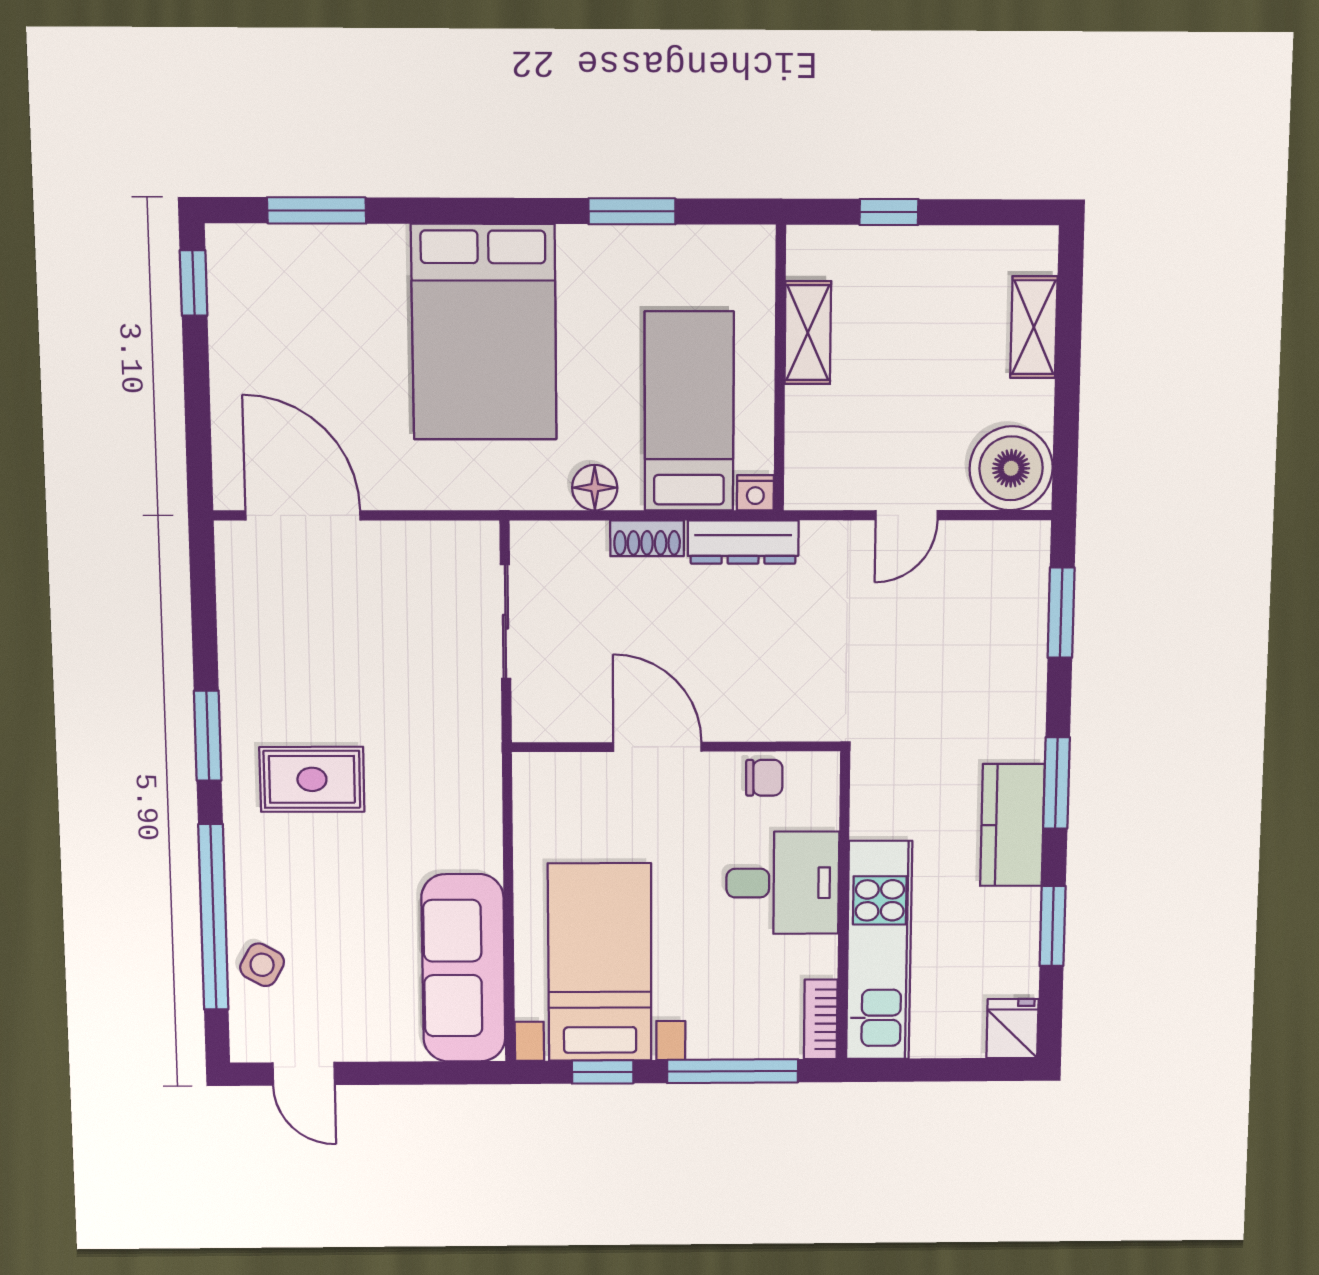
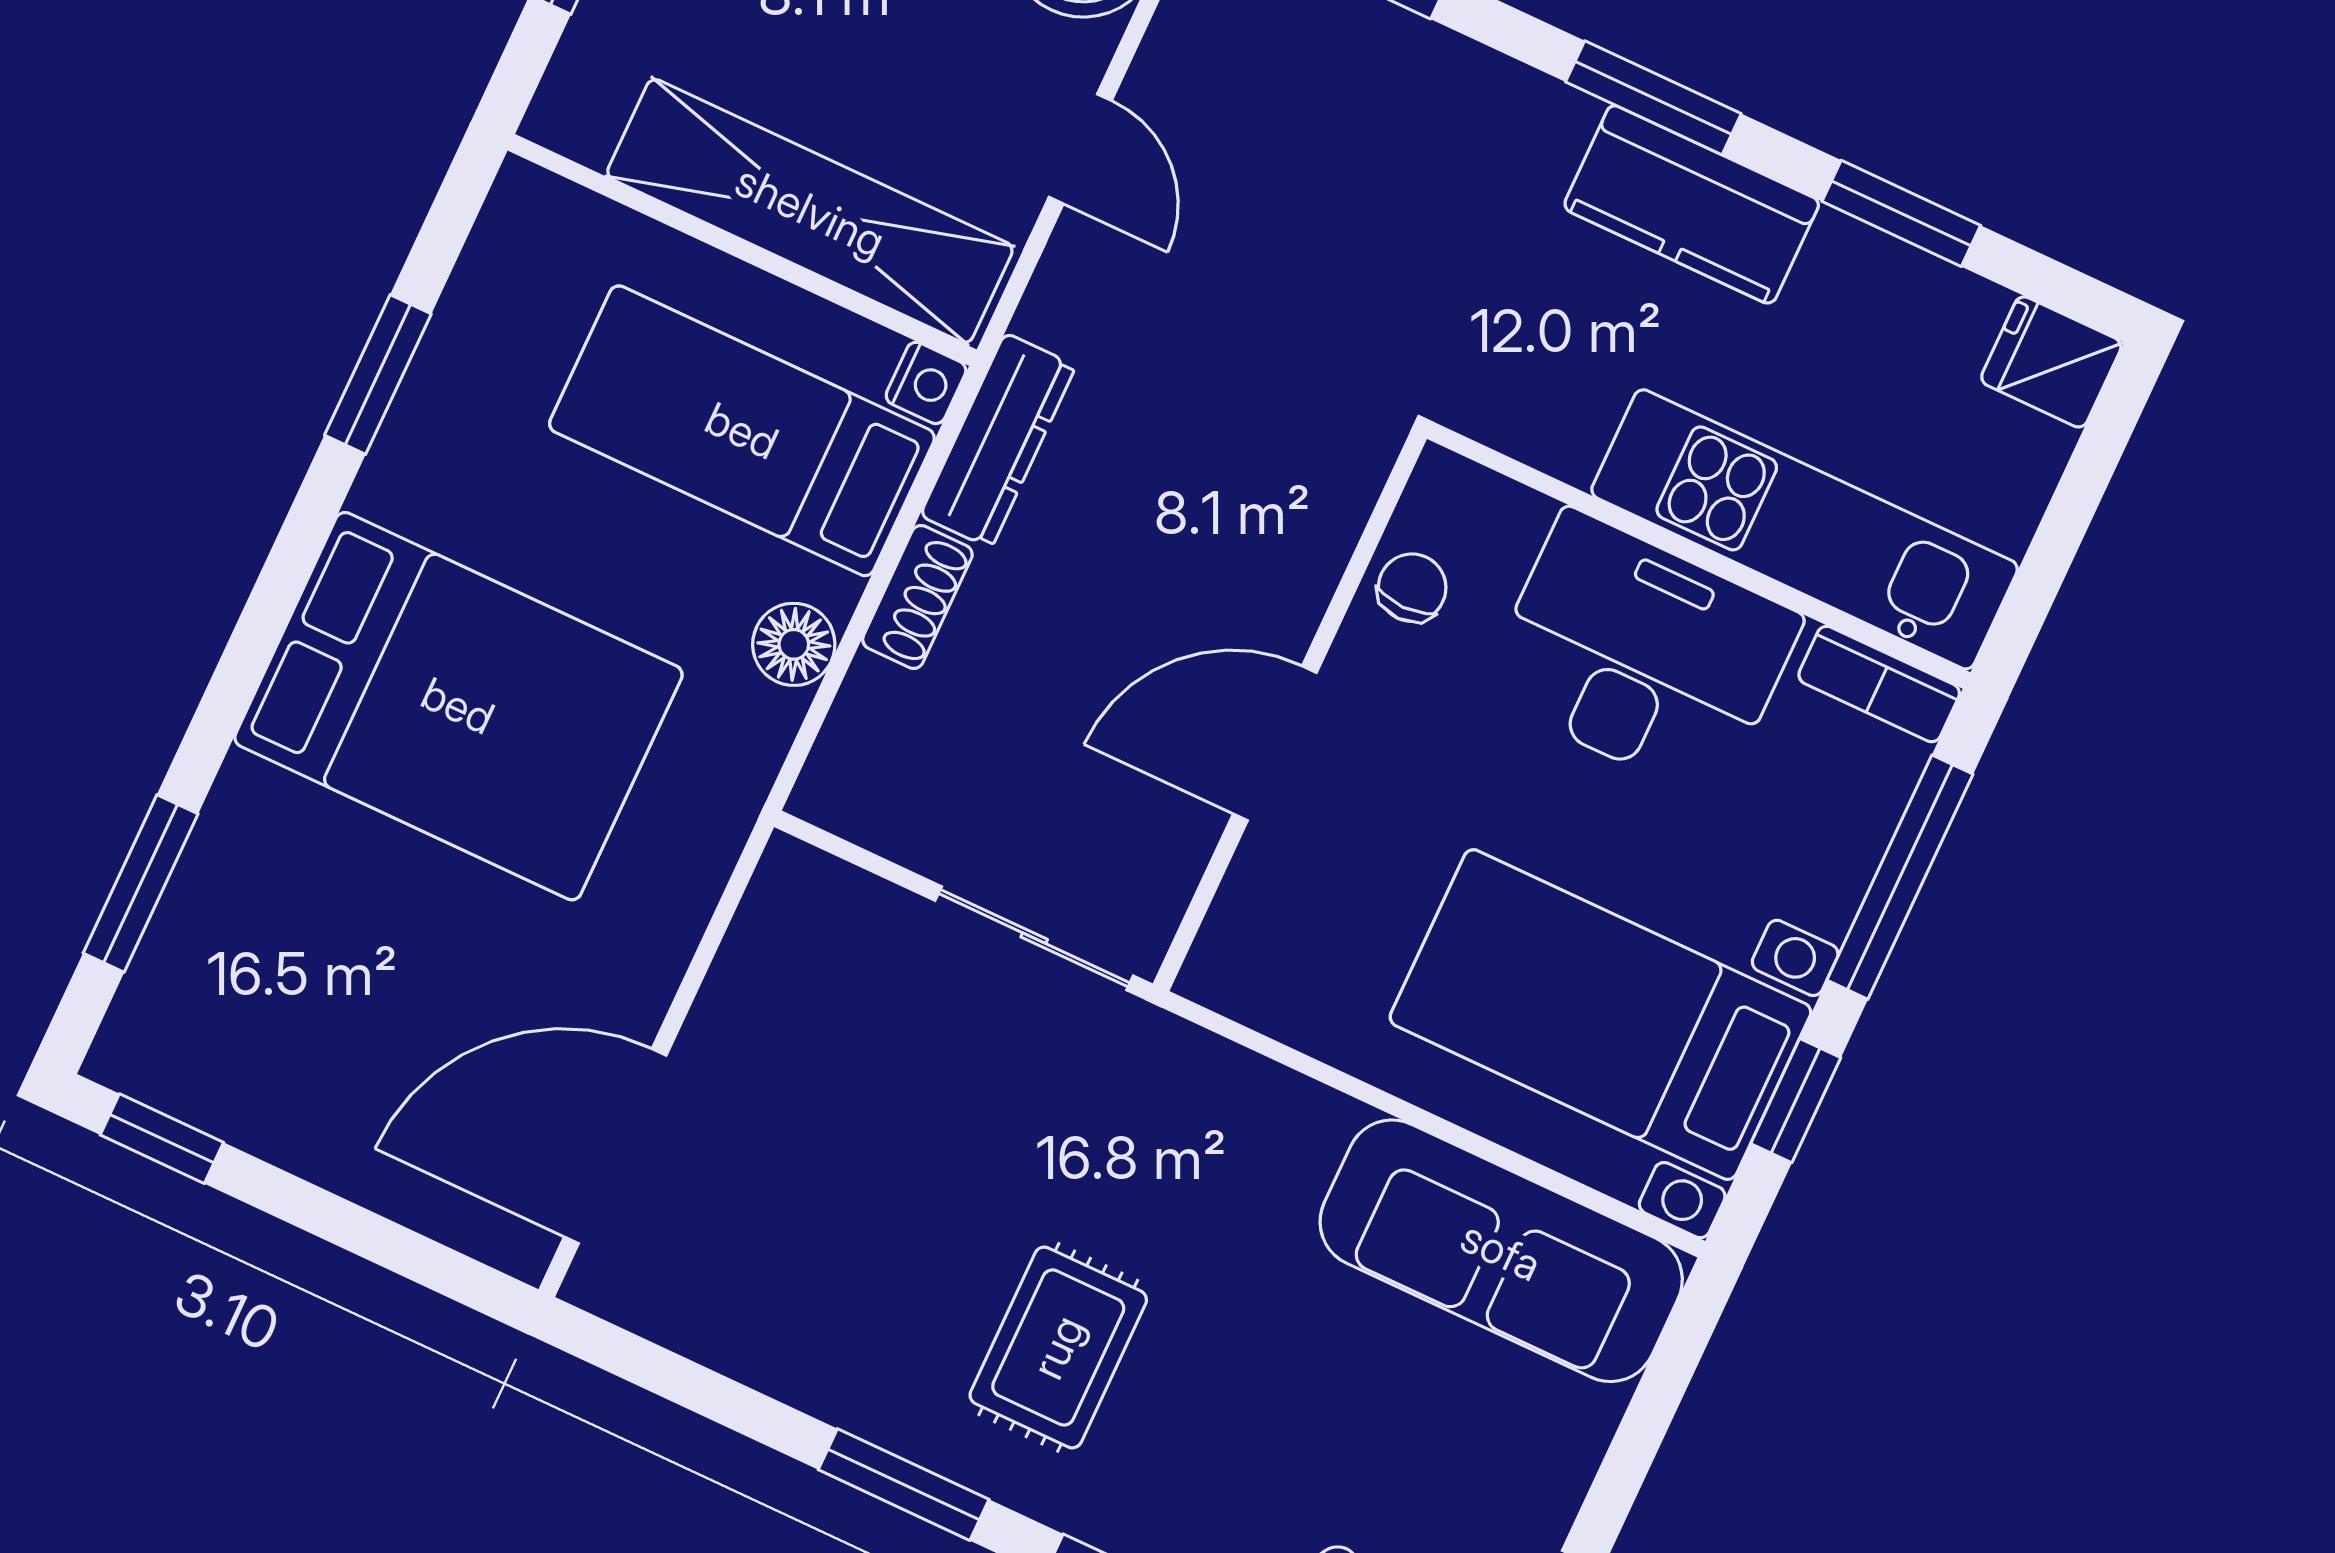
shelving: (808, 333) -> (810, 211), width x2.20, depth x1.33
sliding door: (505, 622) -> (1034, 938), moved
desk: (783, 883) -> (1641, 655), width x1.37

